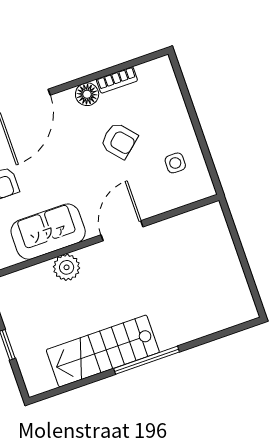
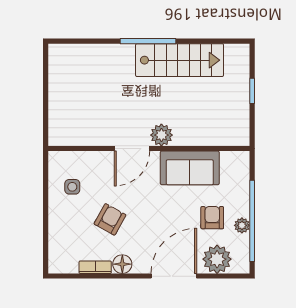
armchair: (119, 141) -> (110, 219), turned 70
plant: (67, 267) -> (161, 135), moved

